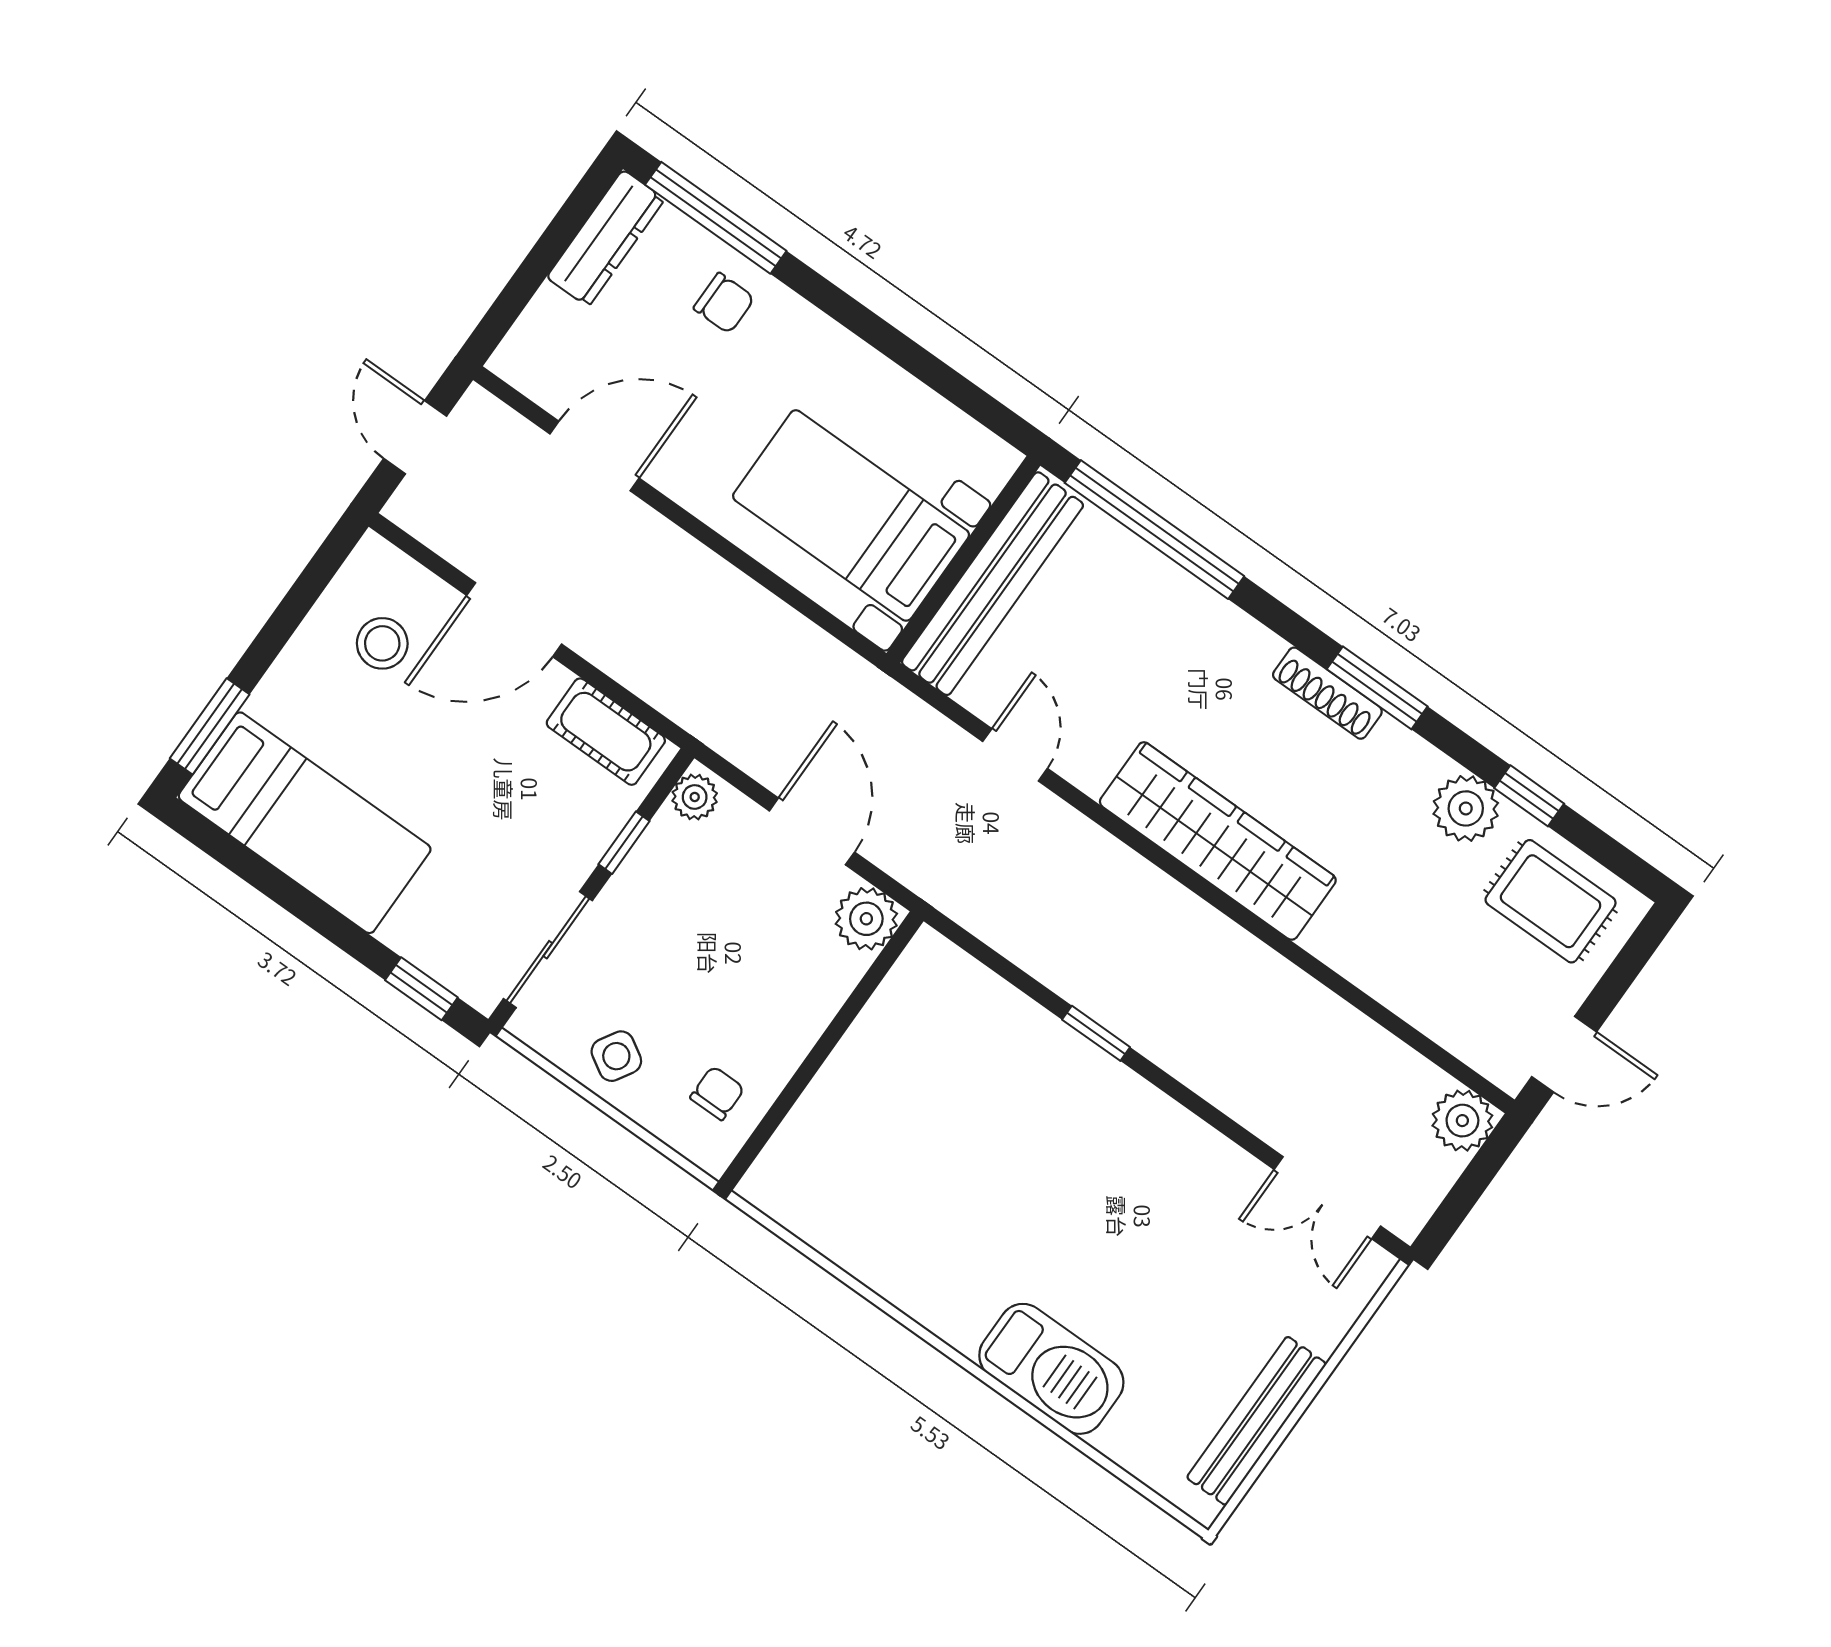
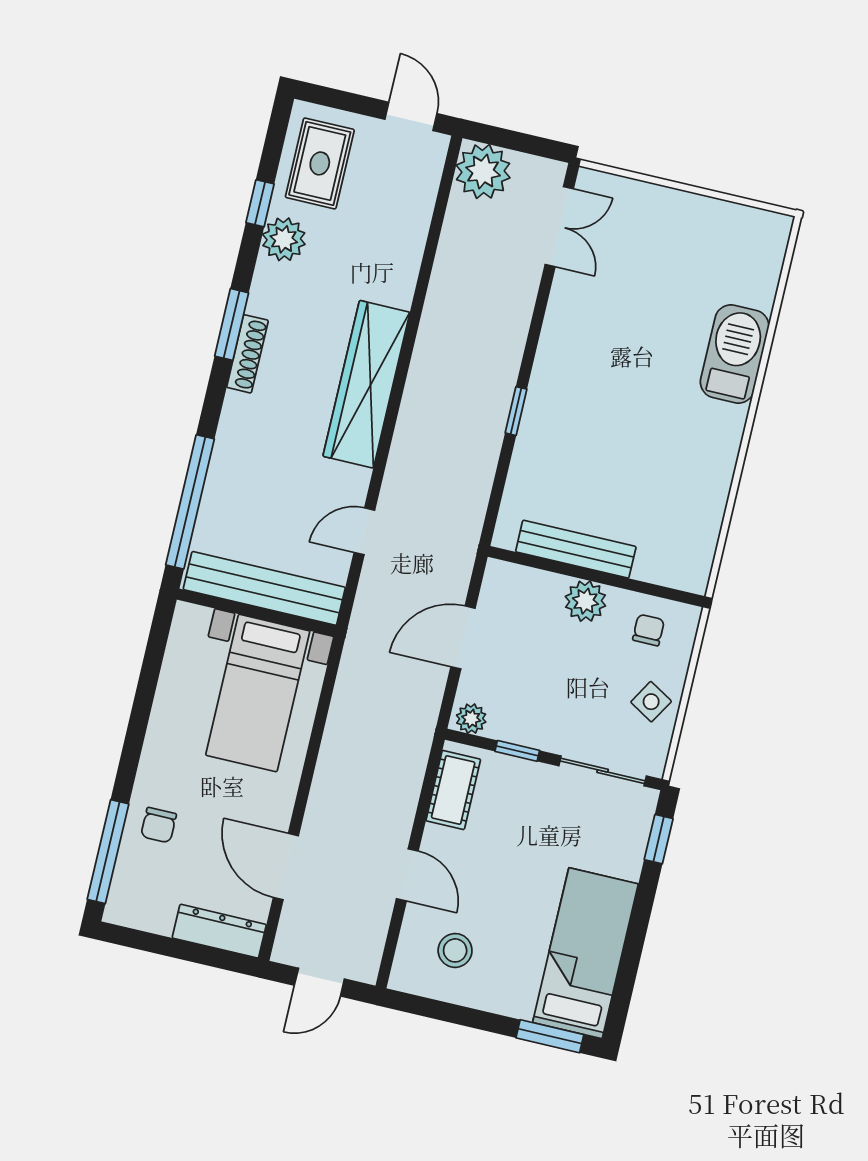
dresser: (606, 238) -> (219, 931), moved
chair: (724, 303) -> (159, 825), turned 180
door: (514, 620) -> (407, 875), width x0.73
plant: (866, 919) -> (585, 601), moved
chair: (717, 1093) -> (648, 630), turned 90
plant: (1462, 1121) -> (483, 172), width x1.36, depth x1.36
bench: (1256, 1421) -> (576, 549), moved

